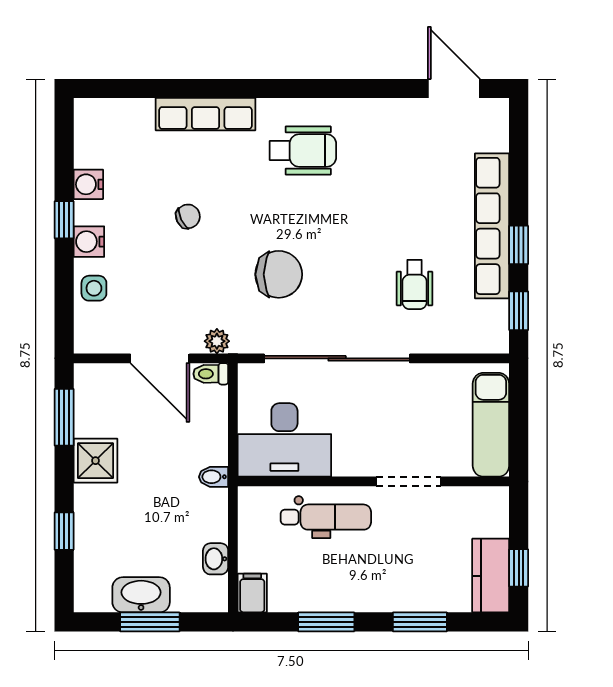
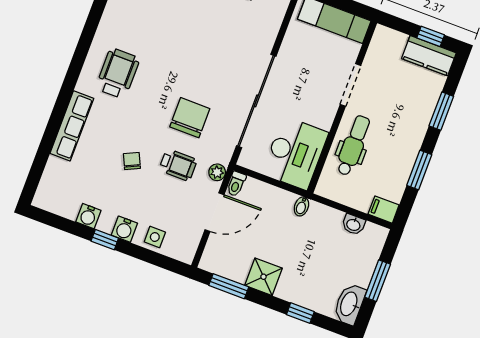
wheelchair: (415, 285) -> (178, 165), moved
washbasin: (141, 595) -> (349, 304), moved

